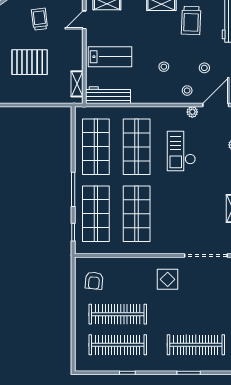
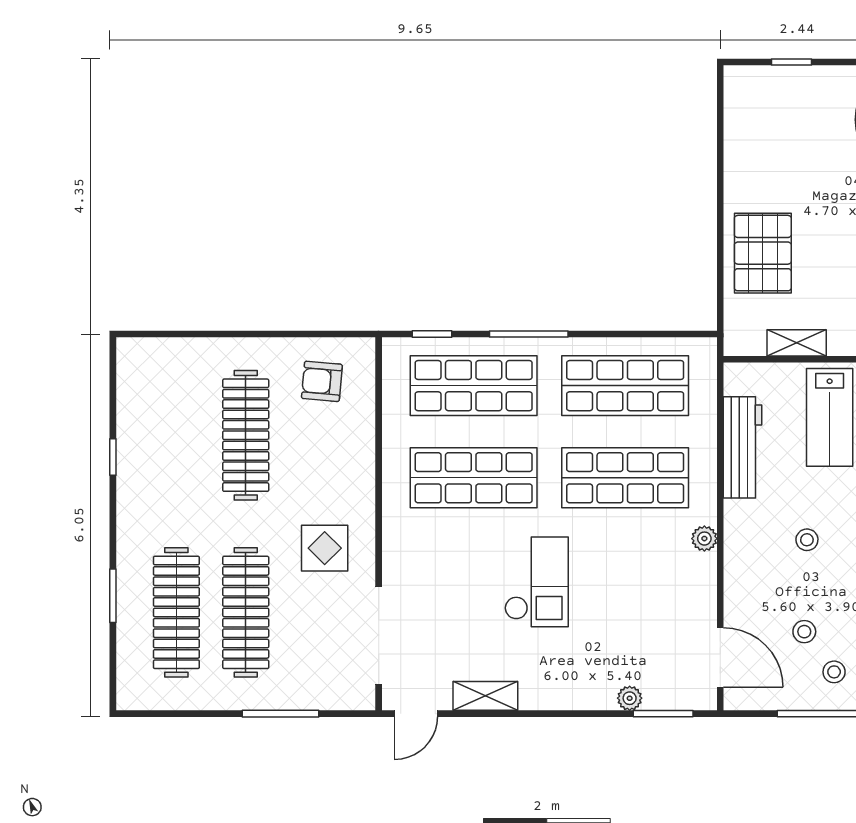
pallet: (30, 62) -> (763, 253), moved
shelving: (77, 84) -> (797, 343), moved
stool: (187, 91) -> (834, 672), moved
workbench: (108, 95) -> (742, 447), moved
plant: (192, 112) -> (704, 539), moved
checkout: (181, 151) -> (536, 582), moved, turned 90
clothes rail: (118, 345) -> (246, 612), moved

